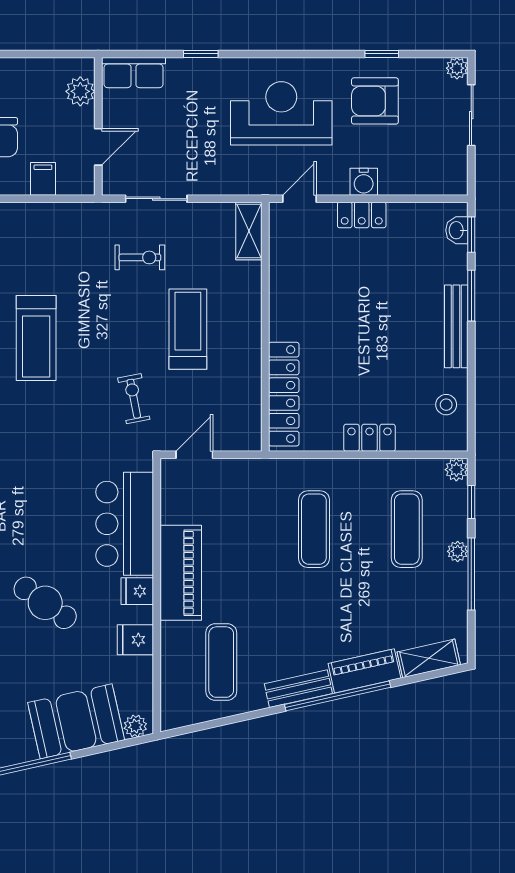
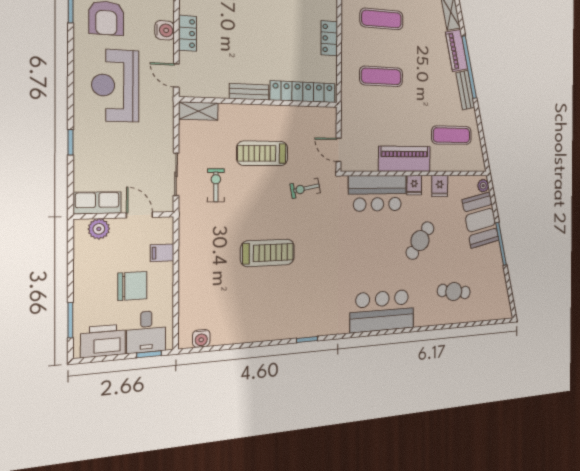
row of seats: (133, 73) -> (97, 203), moved, turned -90
bench: (280, 308) -> (249, 92), added

